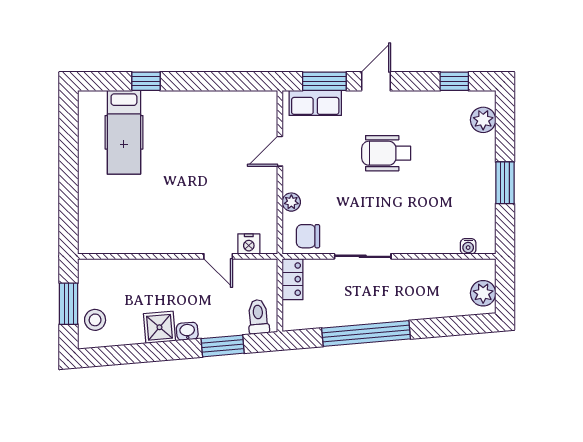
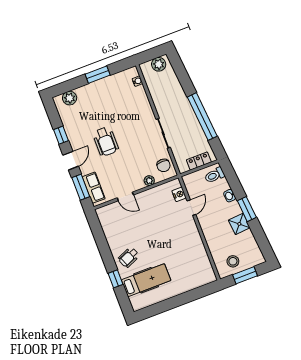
door: (376, 81) -> (71, 161), swing flipped
window: (454, 81) -> (61, 135), moved
wheelchair: (174, 118) -> (129, 257), added
locker: (293, 279) -> (199, 161), moved
stool: (95, 320) -> (233, 261), moved
washbasin: (187, 331) -> (230, 196), moved
window: (223, 346) -> (247, 209), moved

